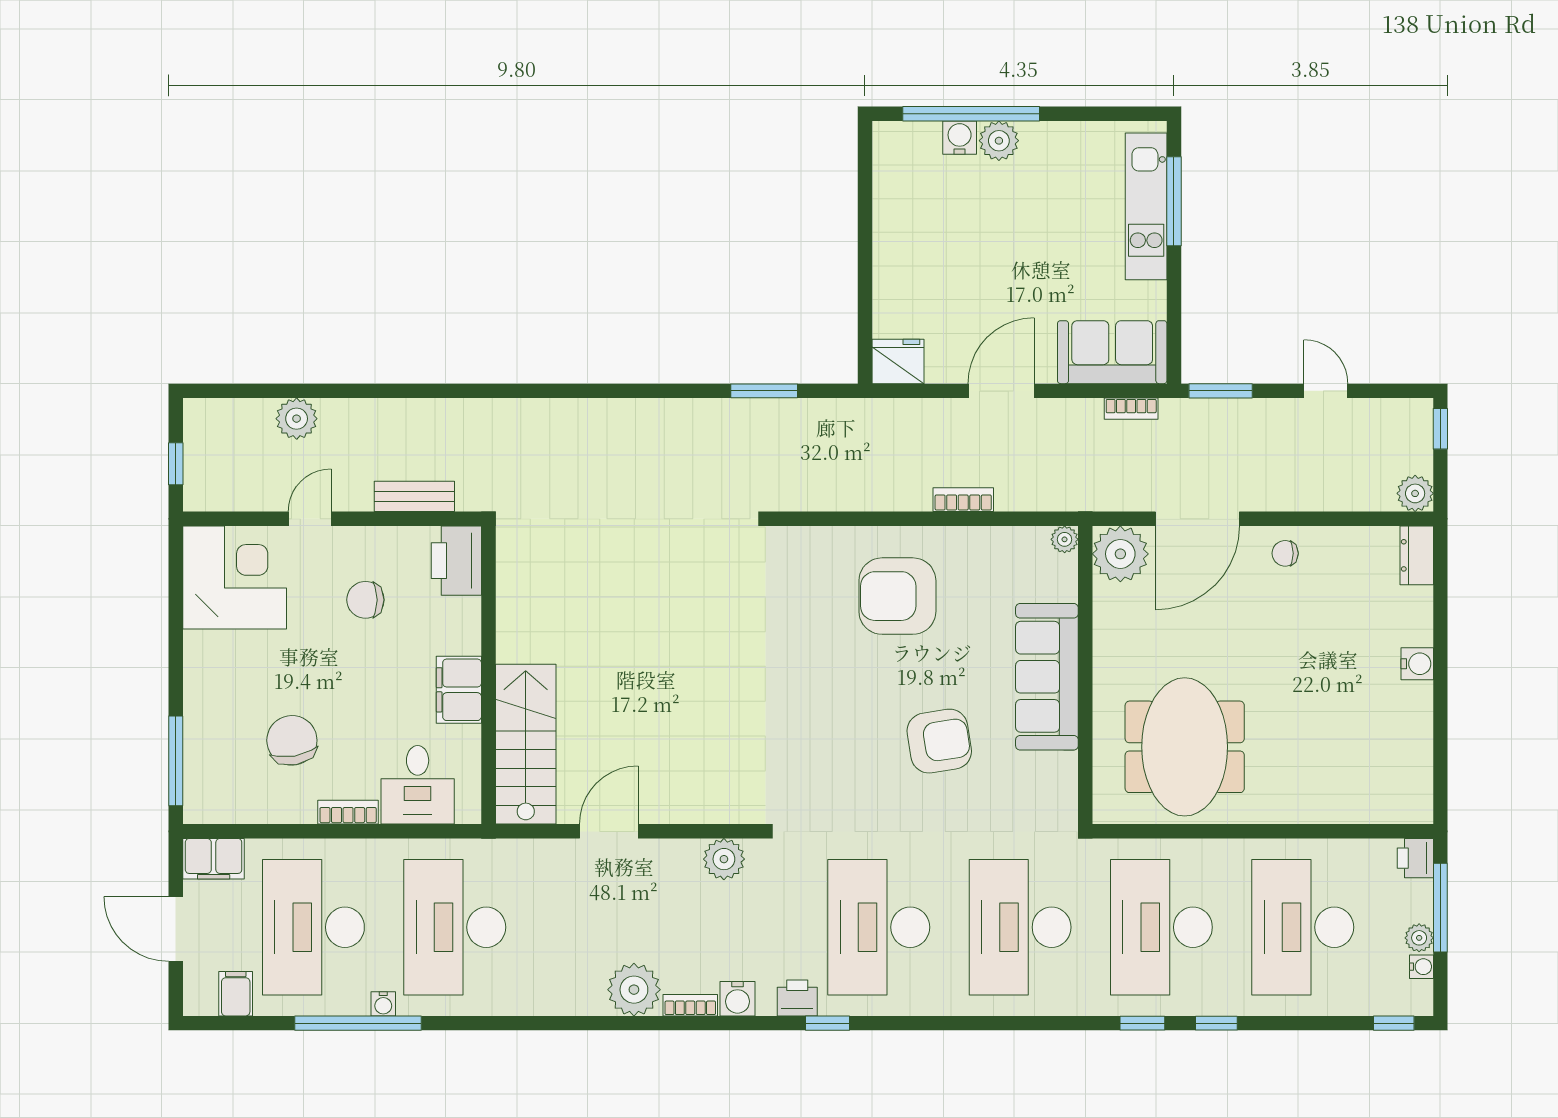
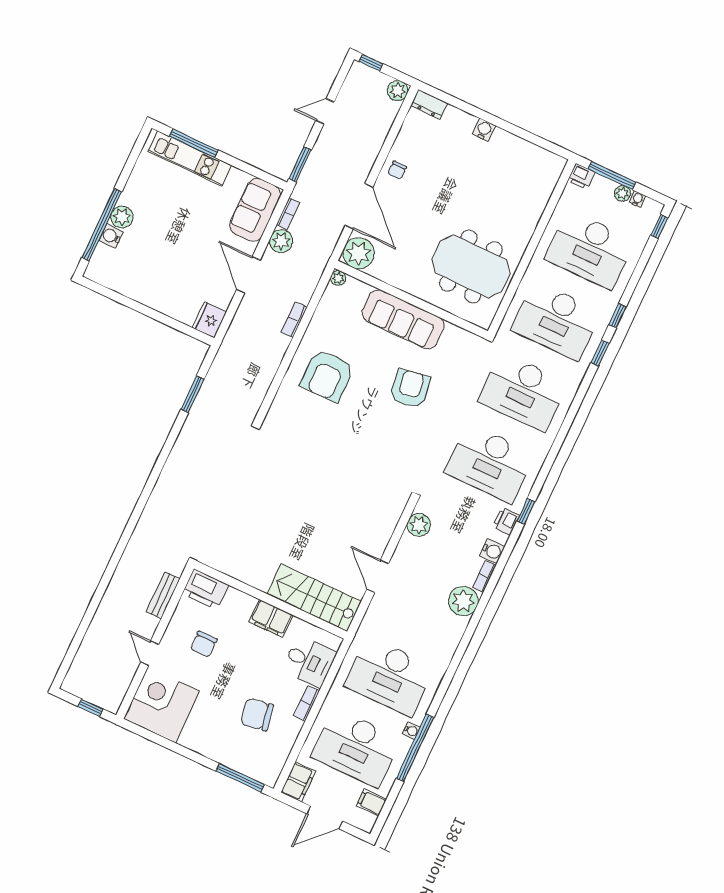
plant: (297, 419) -> (281, 241), moved

